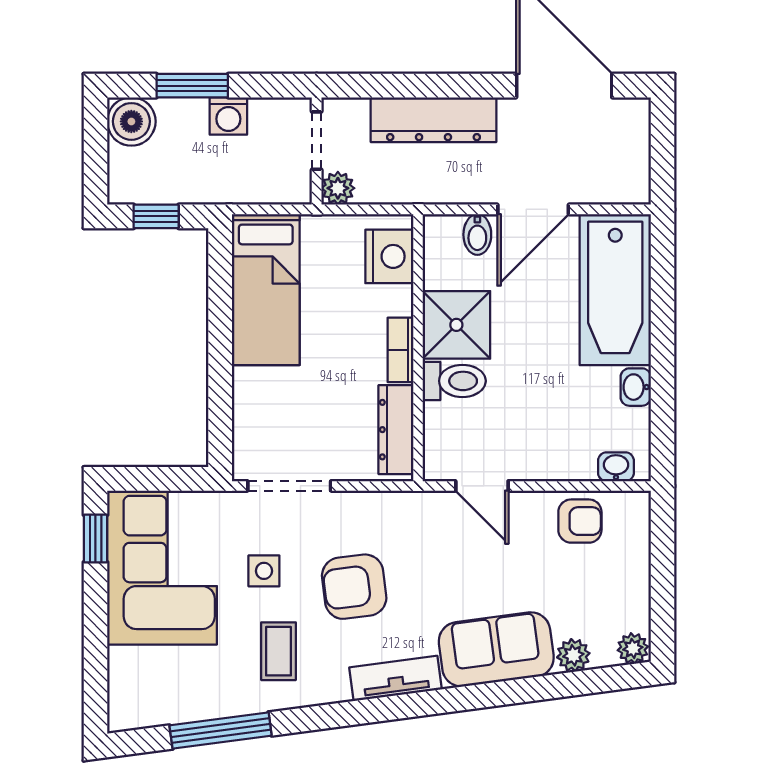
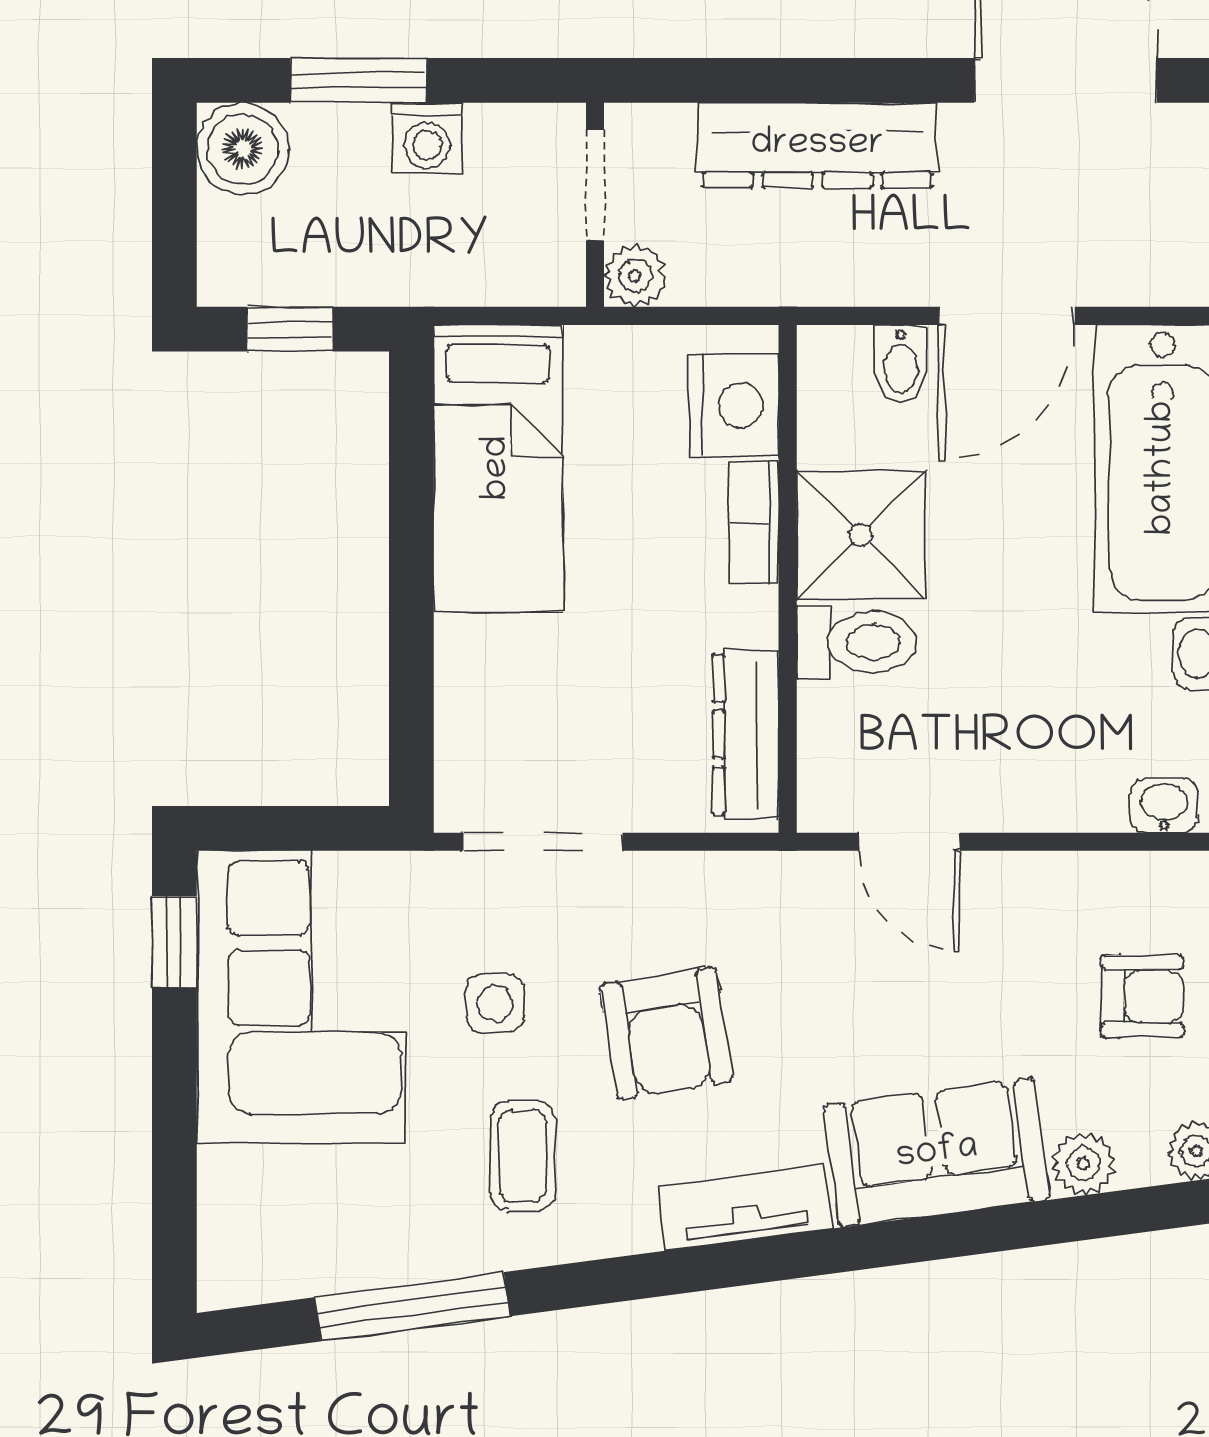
bookcase: (400, 350) -> (754, 523), moved
armchair: (580, 521) -> (1142, 996), moved
armchair: (354, 587) -> (666, 1033), turned -92

